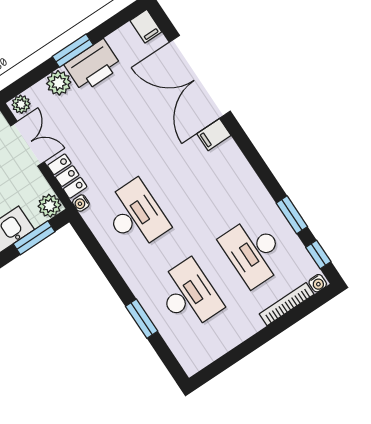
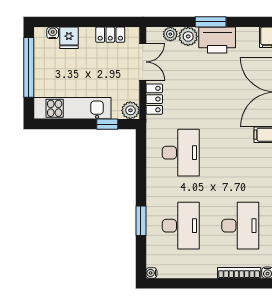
plant: (21, 104) -> (170, 34), moved
water cooler: (81, 203) -> (151, 273), moved
window: (34, 238) -> (107, 124), width x0.67
desk: (254, 252) -> (240, 226), turned 180

